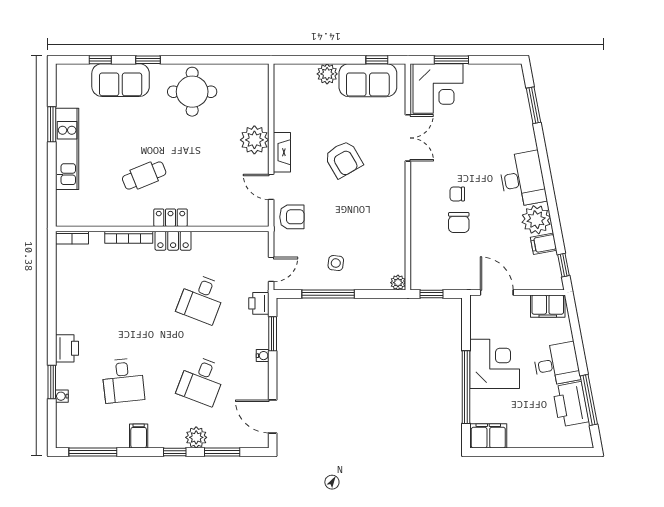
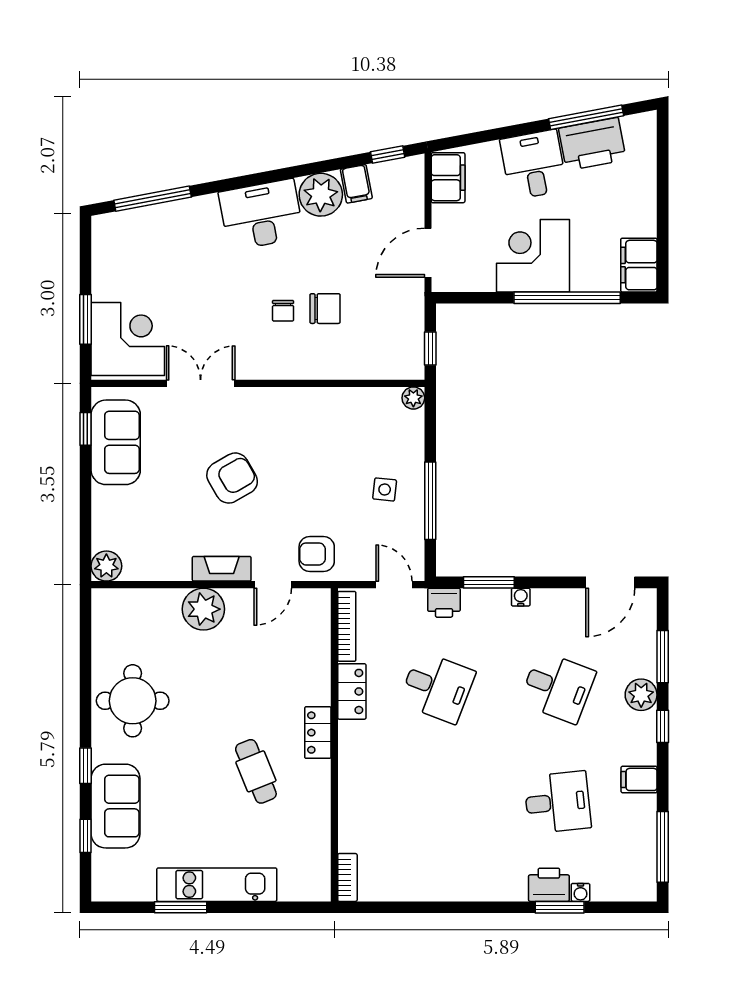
plant: (327, 74) -> (106, 566), moved
window: (534, 105) -> (153, 199), width x1.44
armchair: (292, 217) -> (317, 554), turned -90
bookcase: (129, 237) -> (347, 626), moved
locker: (173, 241) -> (352, 691), moved
printer: (67, 348) -> (549, 885), moved

